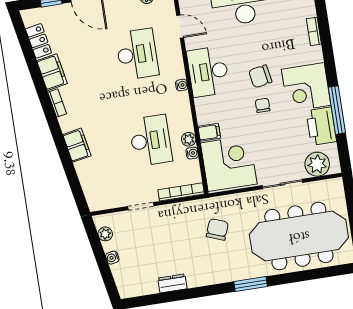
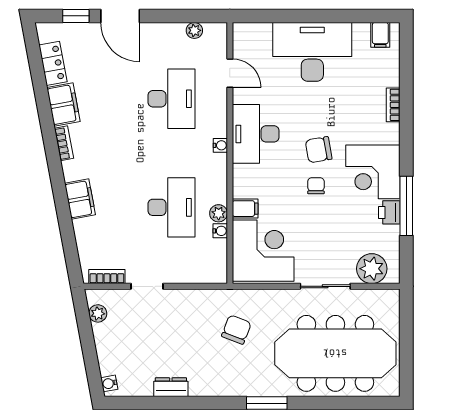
printer: (321, 126) -> (389, 212), width x0.53, depth x0.68
bookcase: (181, 192) -> (107, 277), moved, width x0.64
water cooler: (112, 258) -> (109, 383), moved

